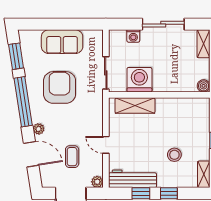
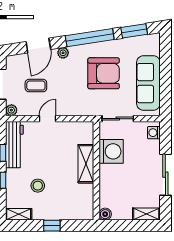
washing machine: (133, 36) -> (154, 133), moved
sofa: (62, 42) -> (148, 83), width x1.36
shelving: (135, 106) -> (86, 164), moved

